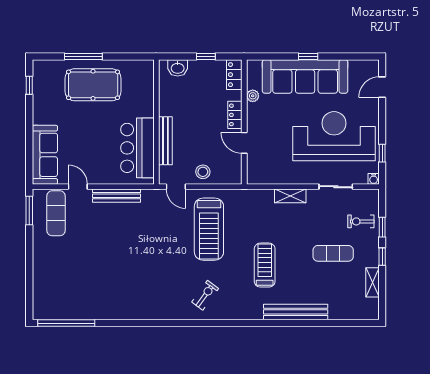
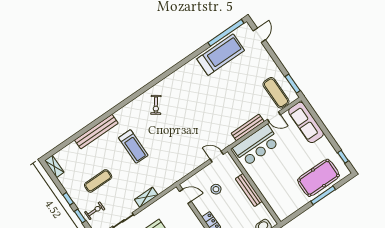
pool table: (93, 85) -> (318, 178), moved
bench: (165, 141) -> (249, 190), moved
door: (244, 143) -> (185, 196), moved
bar counter: (137, 148) -> (256, 145), moved, turned 90
stool: (203, 172) -> (216, 189), moved
treadmill: (209, 229) -> (221, 55), moved, turned 90
shelving: (372, 282) -> (54, 166), moved
door: (29, 293) -> (259, 35), added

